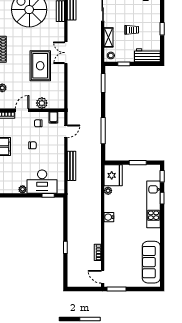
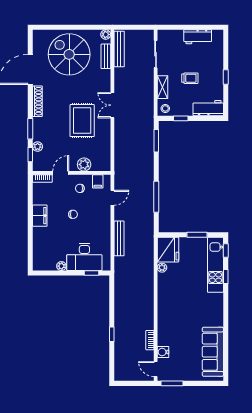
kitchen unit: (153, 204) -> (216, 265), moved
water cooler: (109, 217) -> (163, 352), moved

